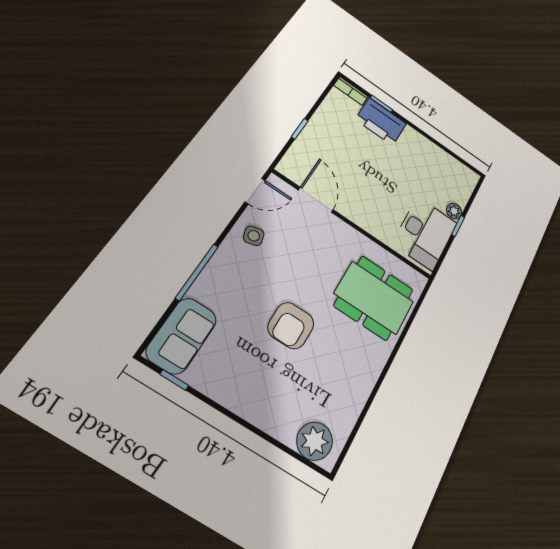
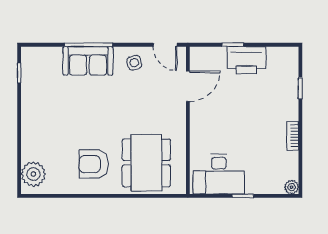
bookcase: (351, 91) -> (293, 136), moved
printer: (381, 121) -> (246, 60), moved, turned -90
plant: (454, 211) -> (292, 187), moved
armchair: (291, 326) -> (94, 164), moved
sofa: (182, 336) -> (88, 61), moved

